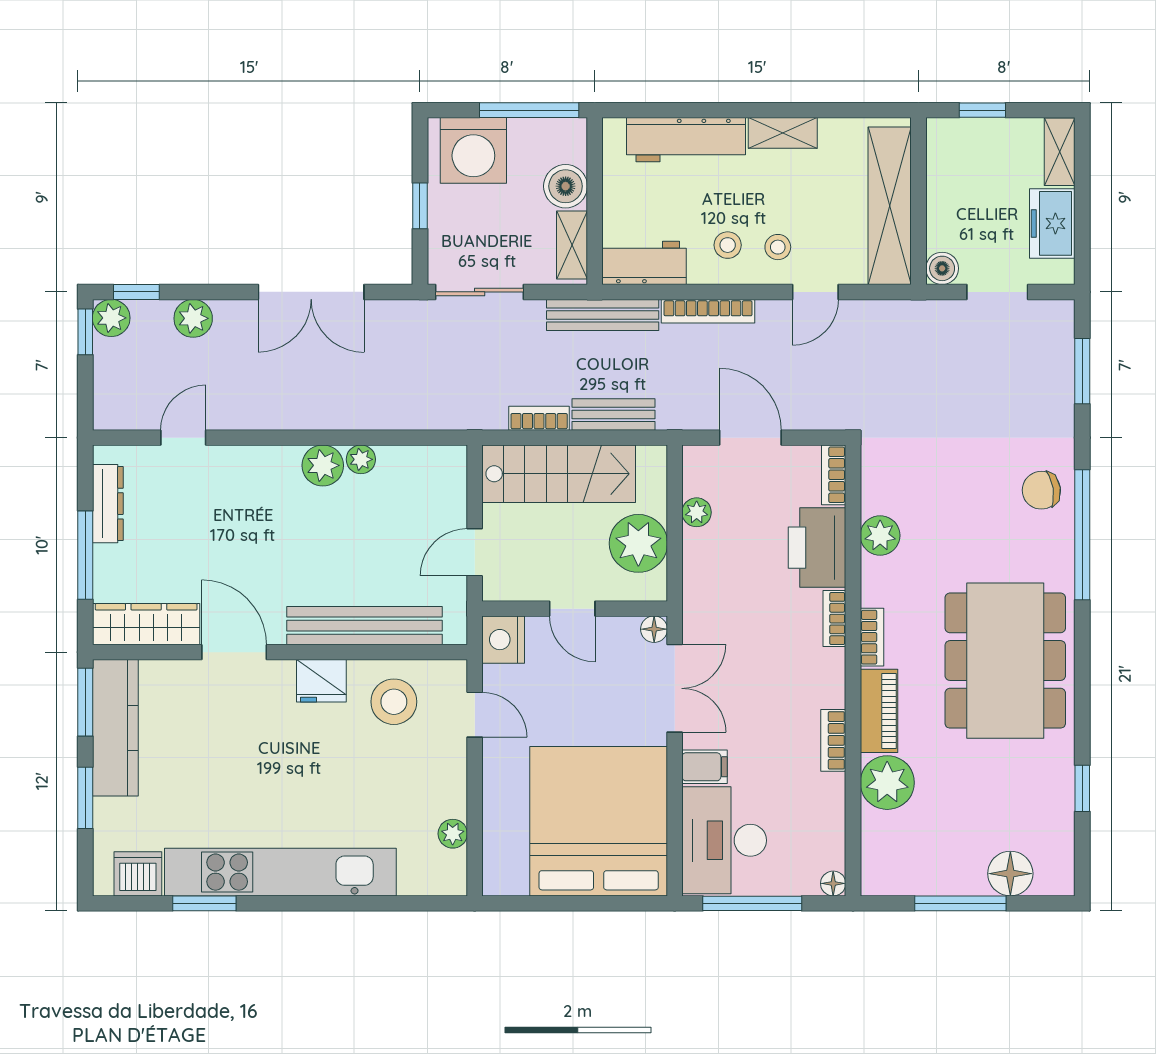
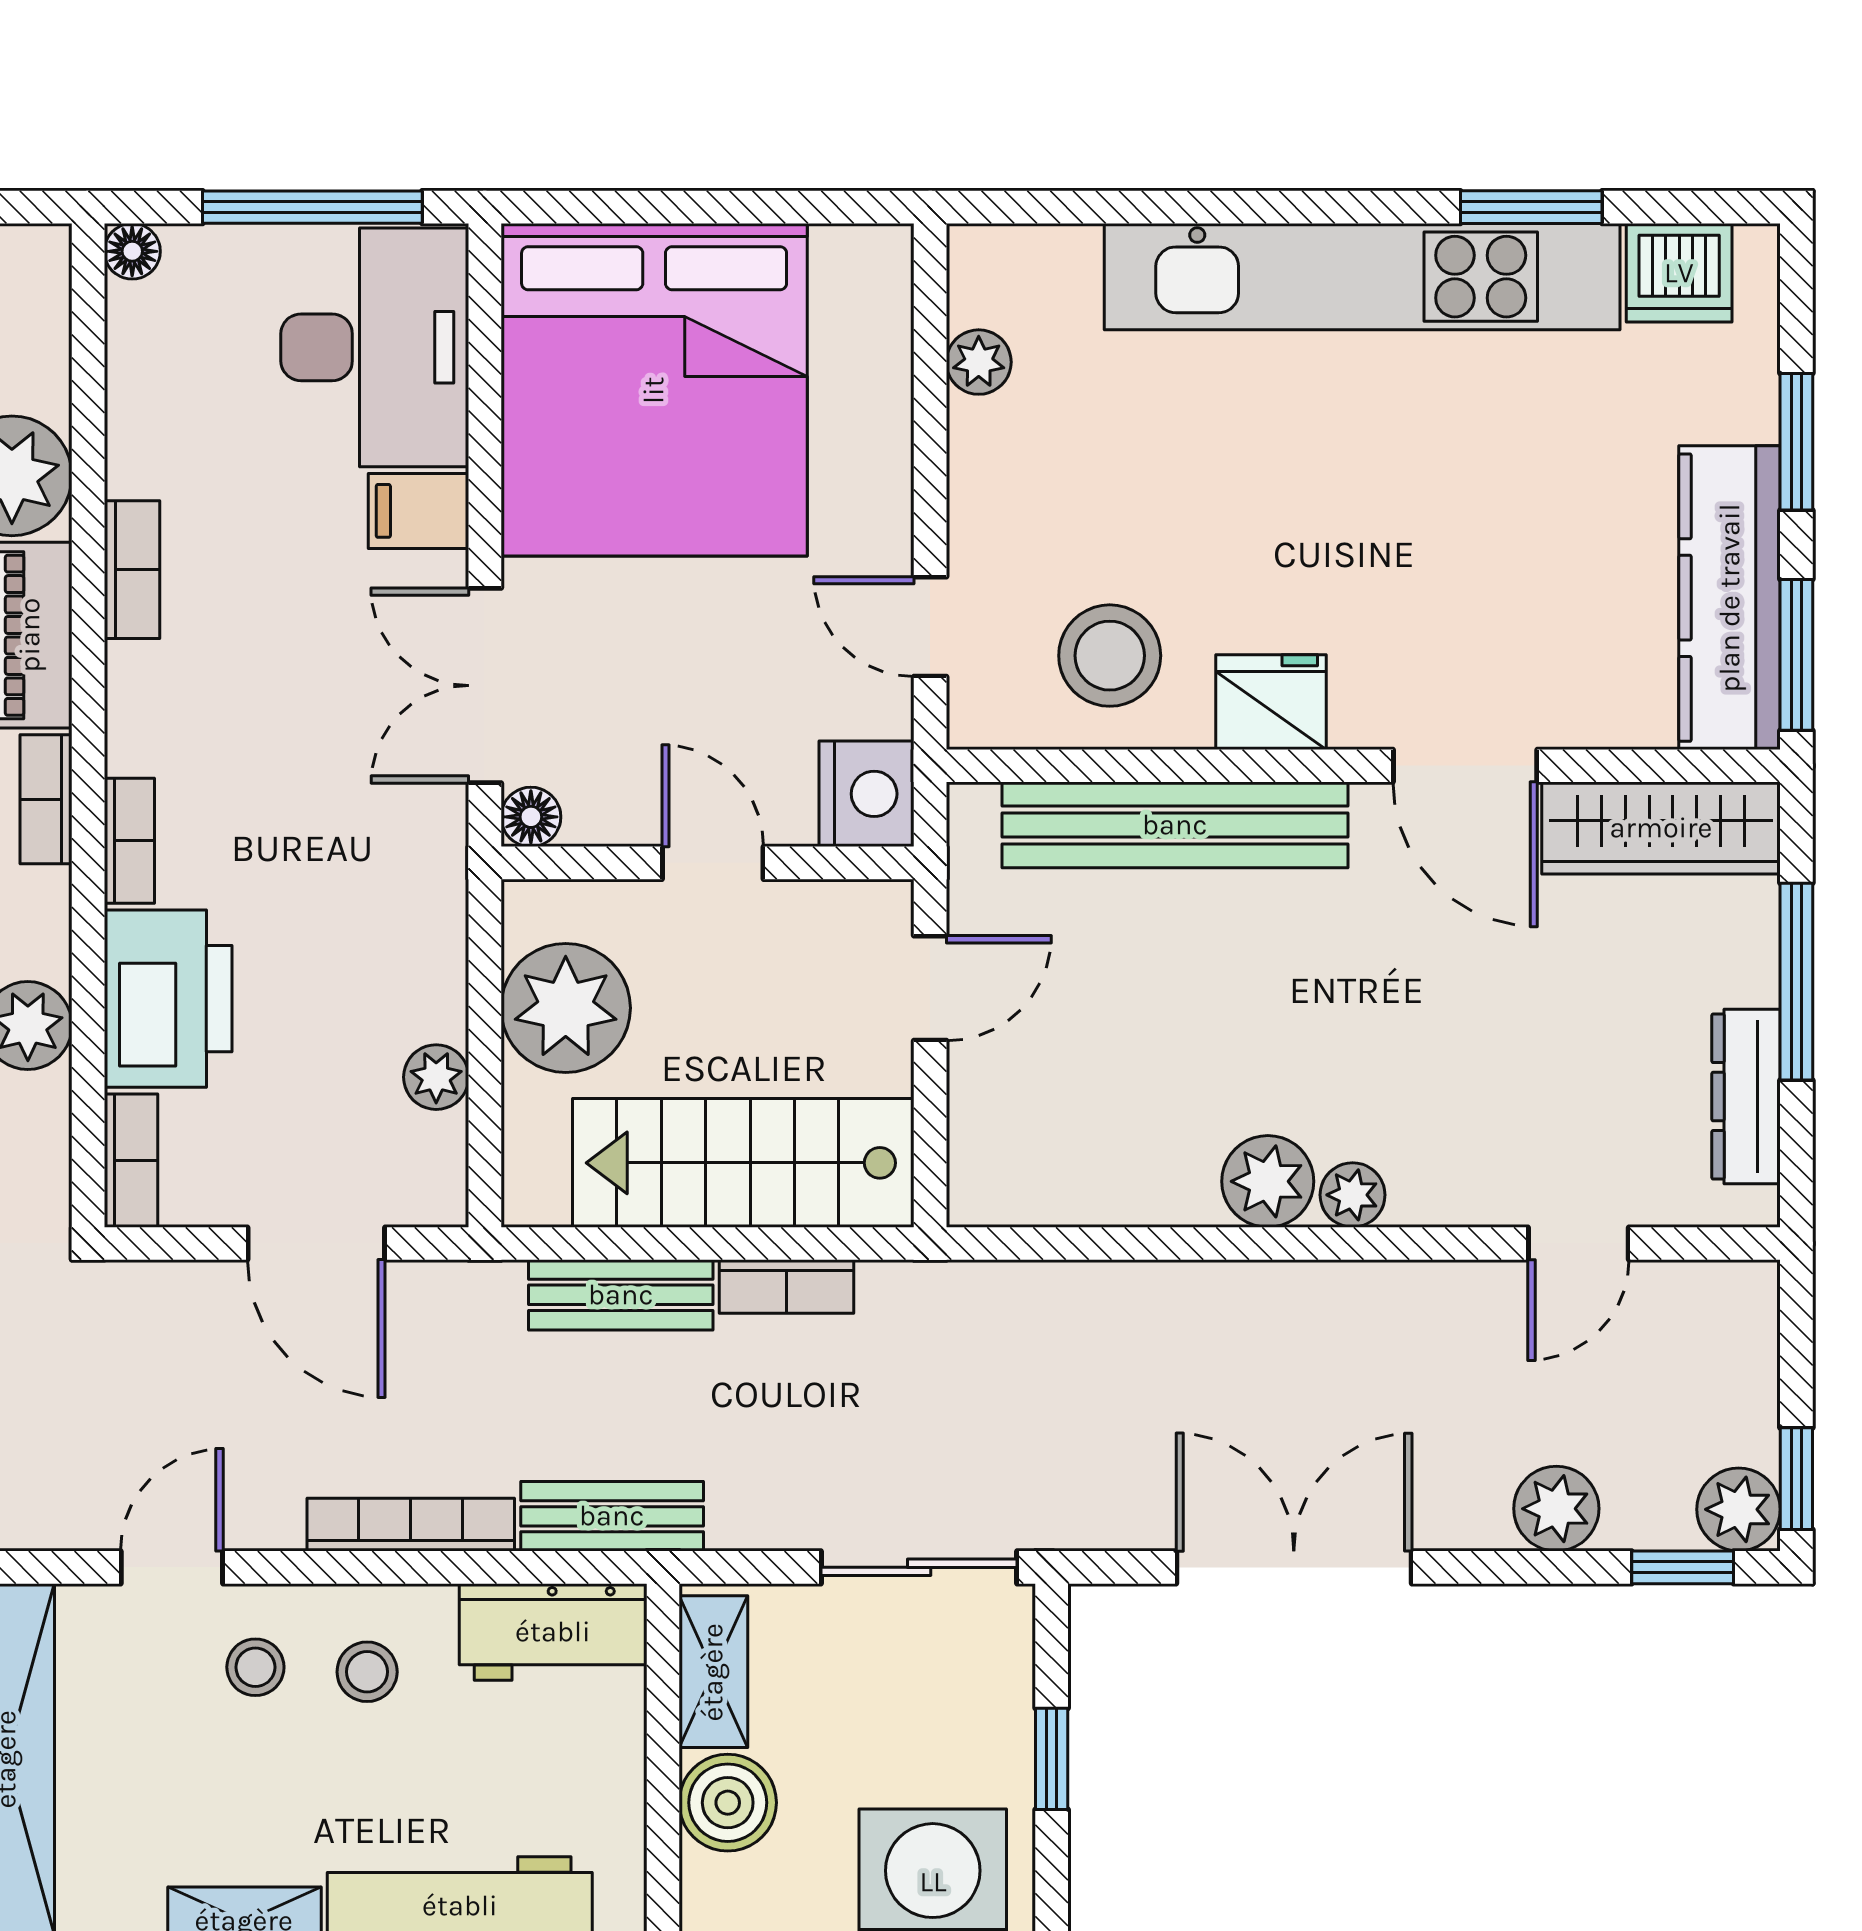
bench: (603, 315) -> (612, 1516), width x0.73
plant: (361, 459) -> (1353, 1195), moved

